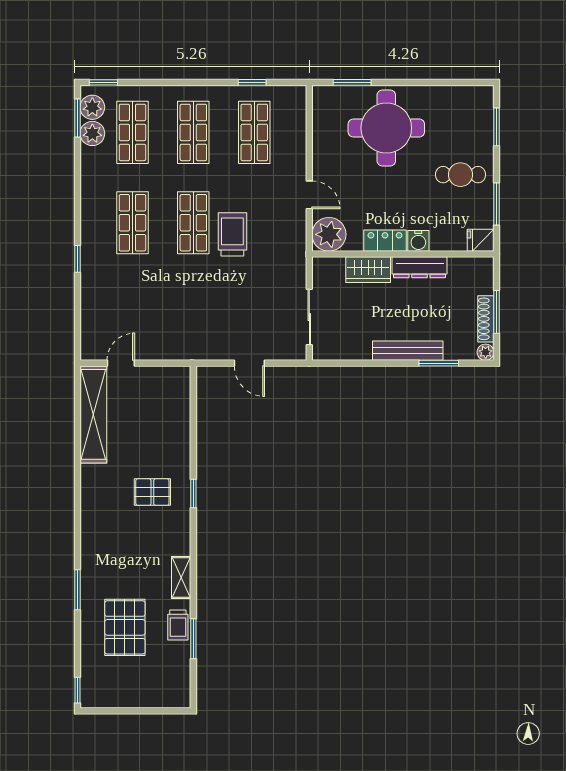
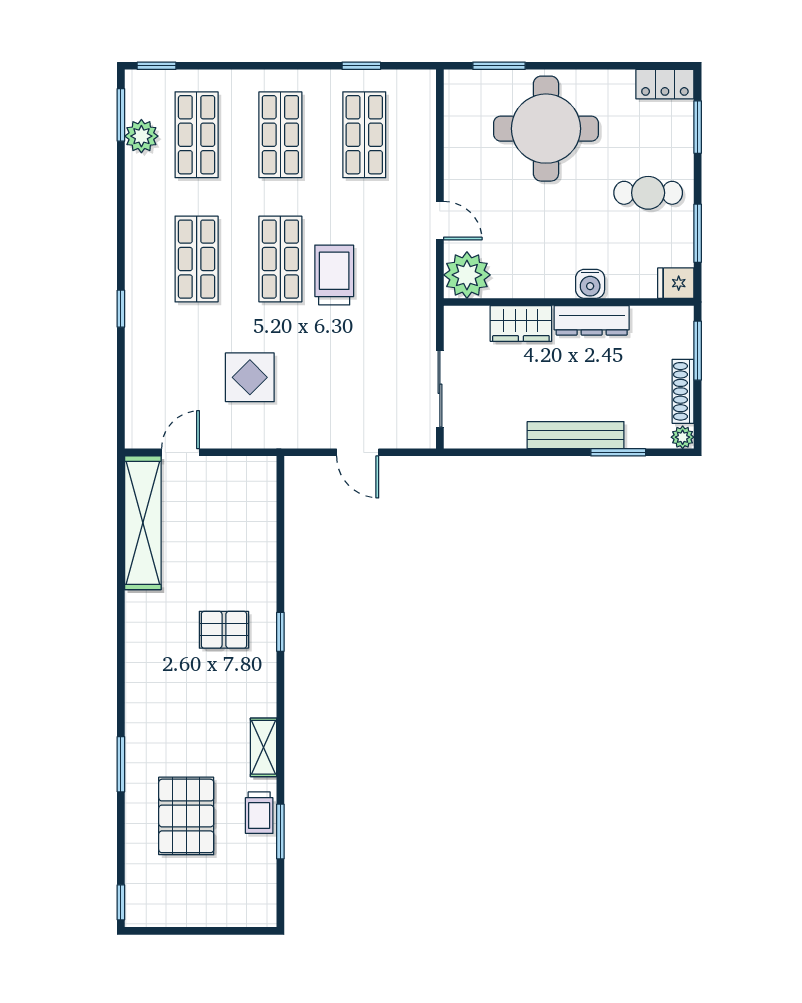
plant: (92, 107) -> (141, 100), removed
locker: (385, 241) -> (665, 84), moved, turned 180
display table: (171, 309) -> (250, 377), added
window: (496, 312) -> (698, 351), moved

